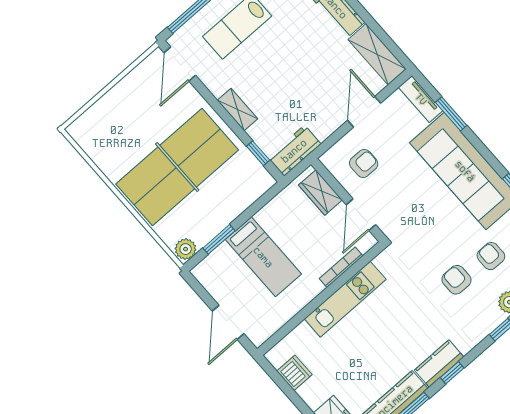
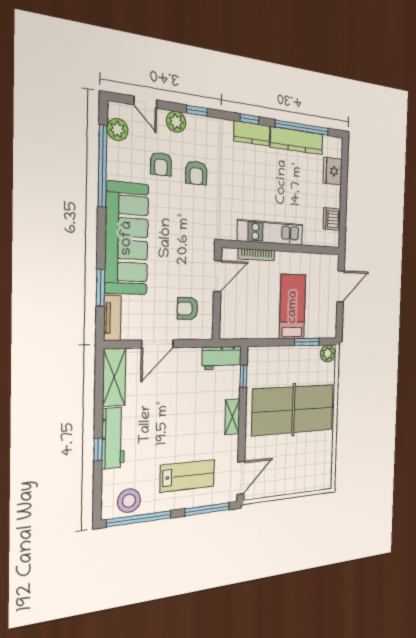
wardrobe: (320, 192) -> (229, 315), removed

